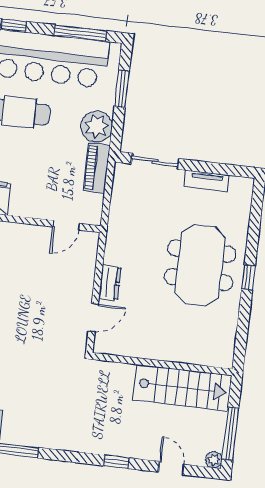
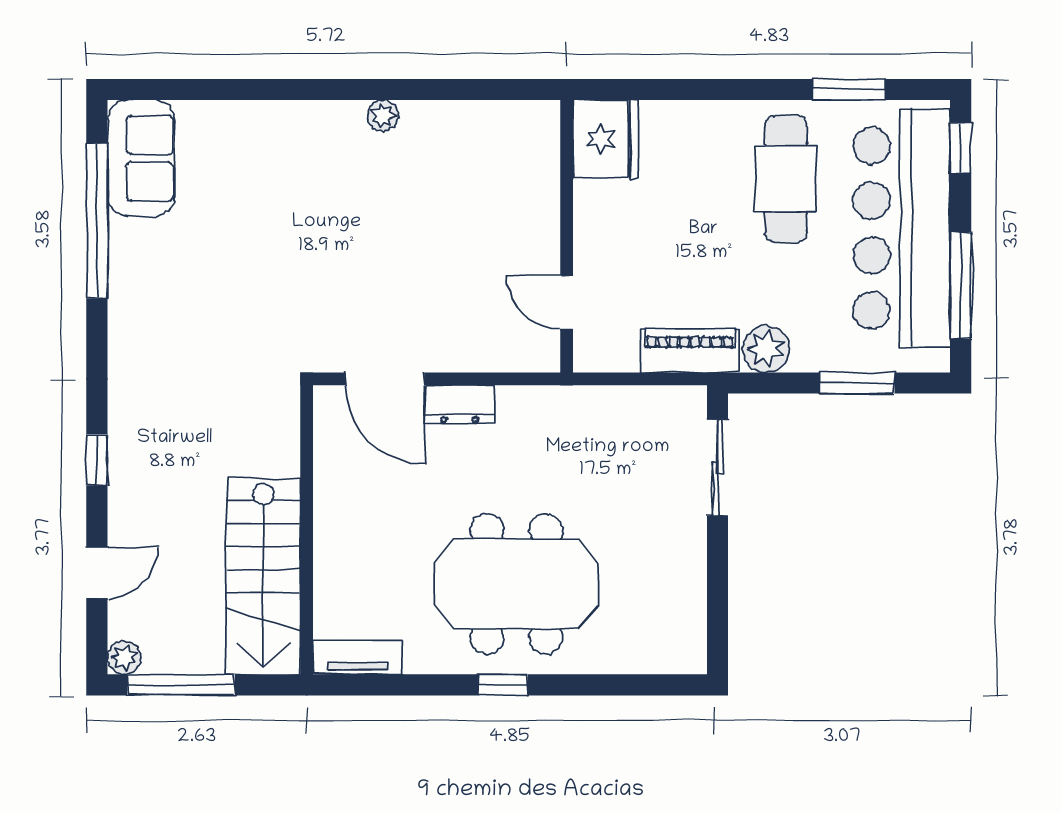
plant: (97, 126) -> (766, 349), width x0.73, depth x0.73
tv unit: (206, 181) -> (358, 657), moved, turned 90
door: (93, 318) -> (385, 379), width x1.38

